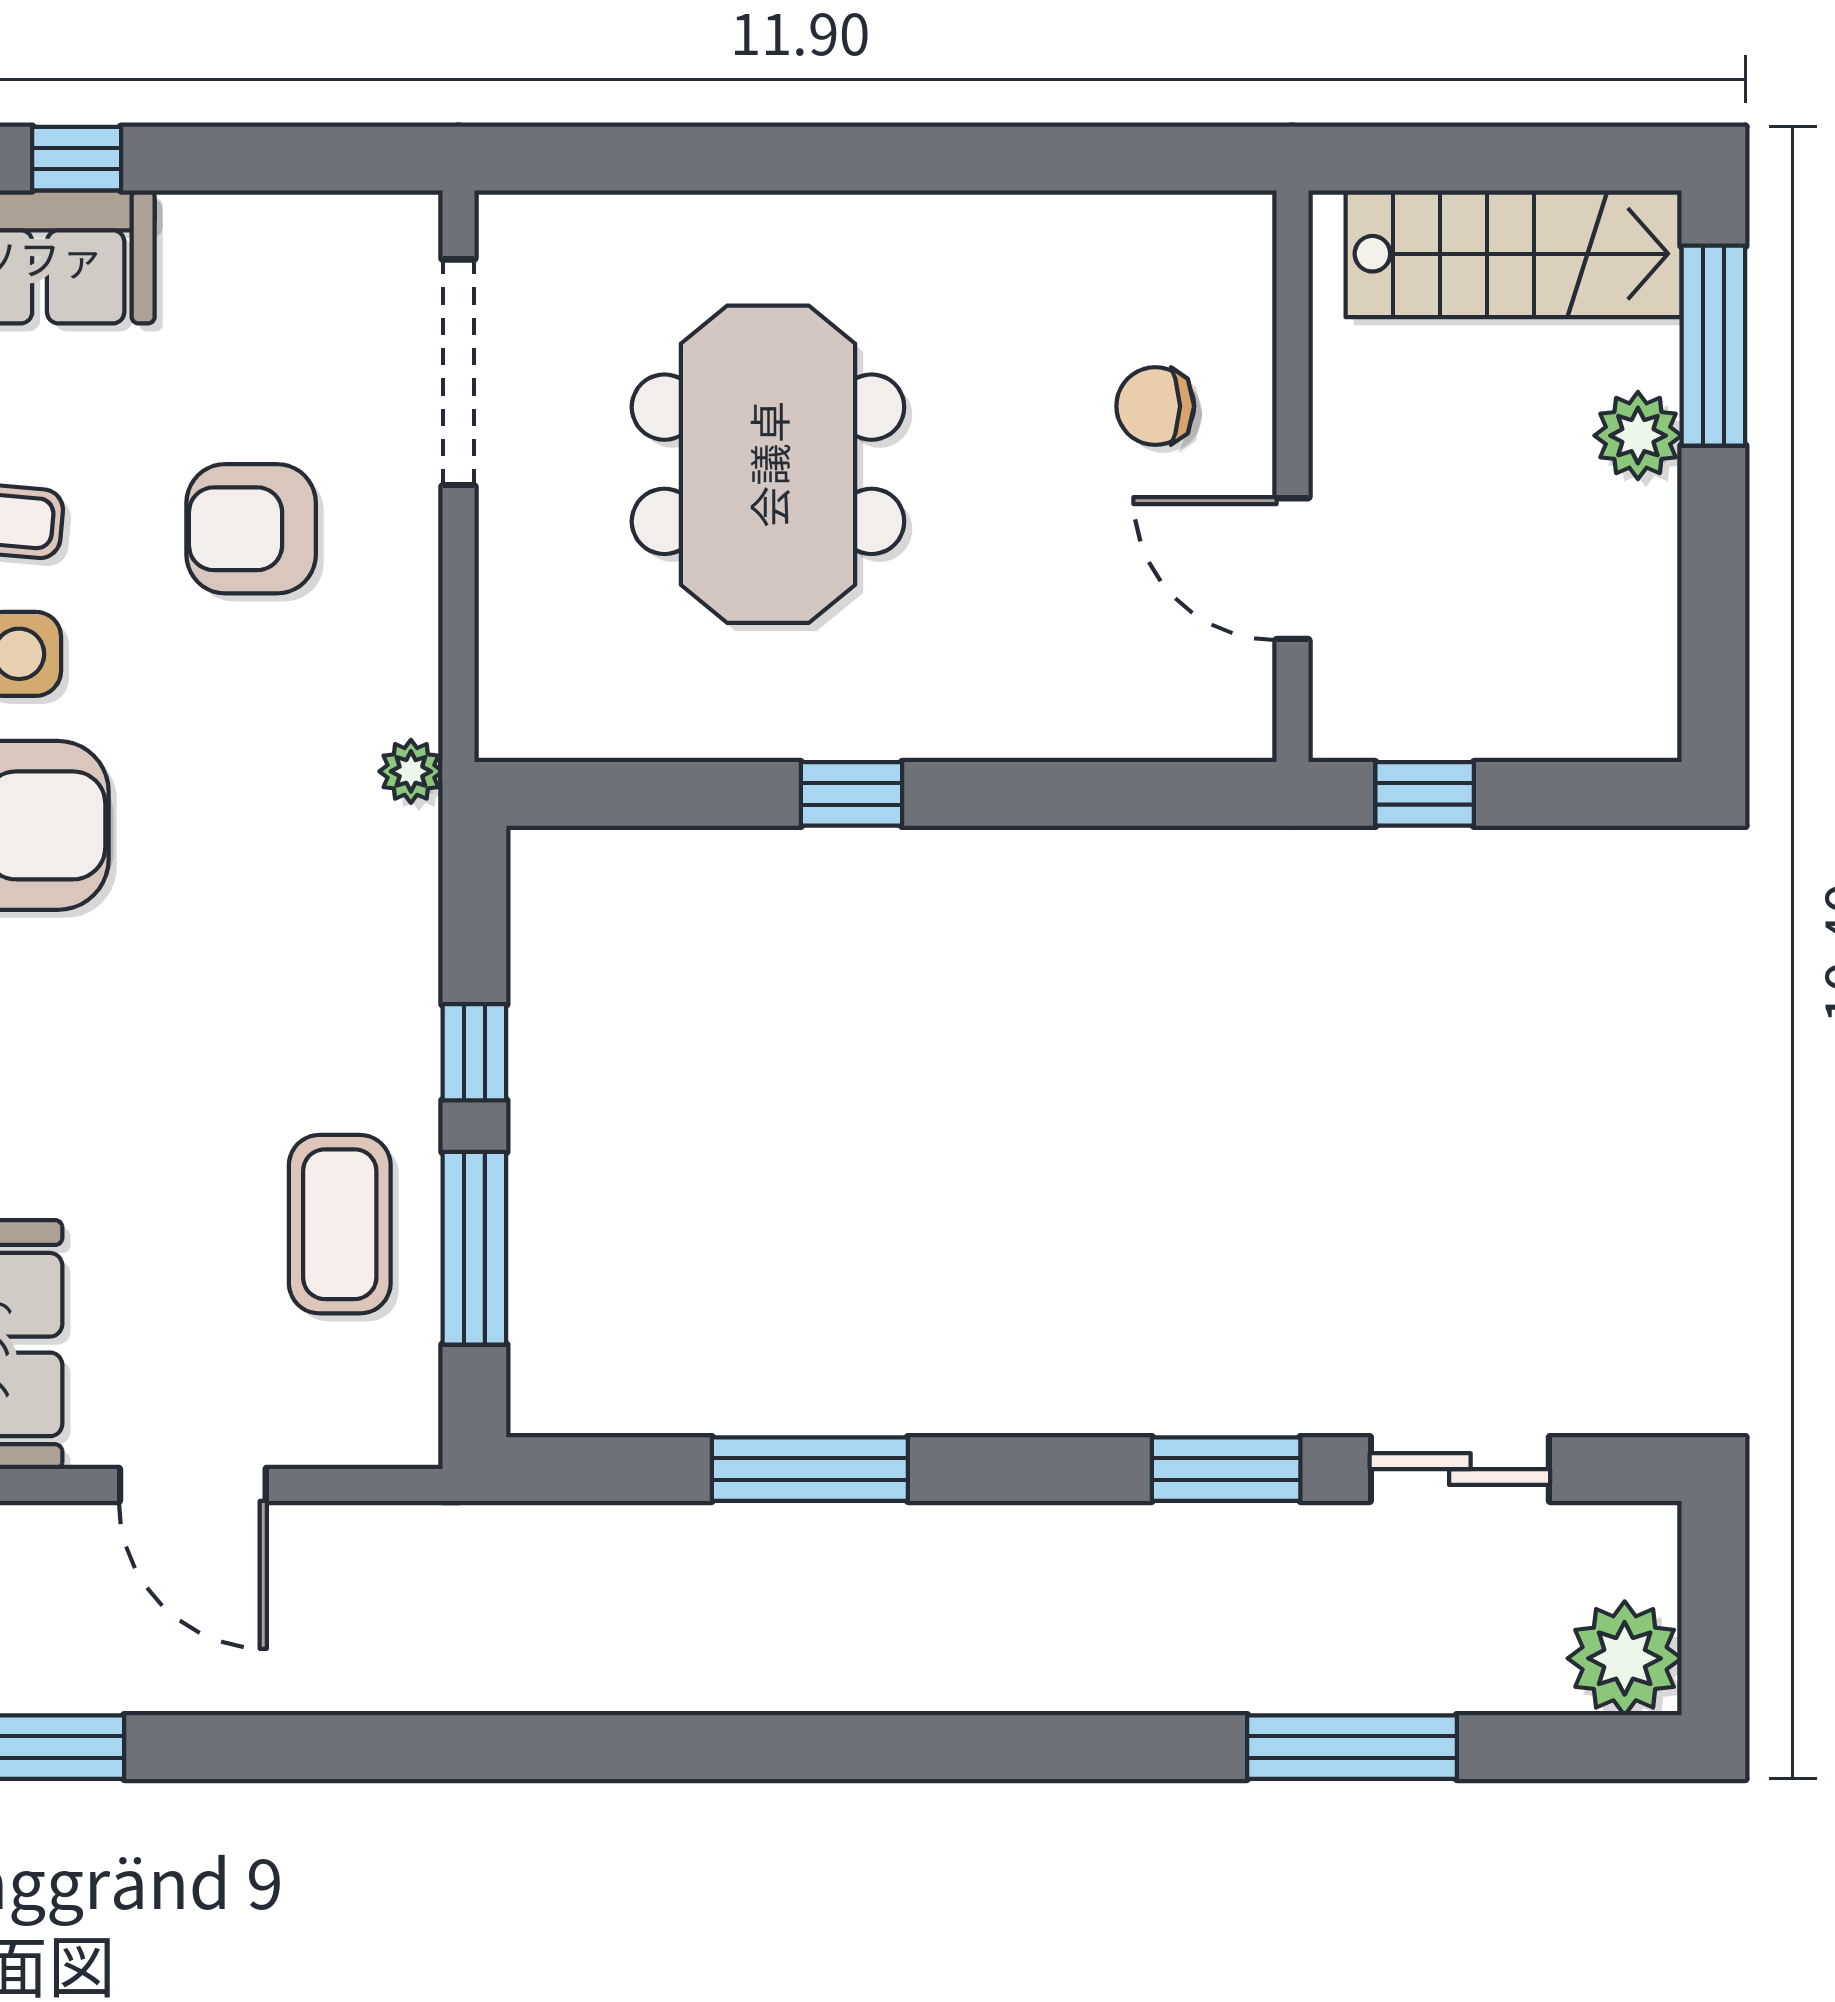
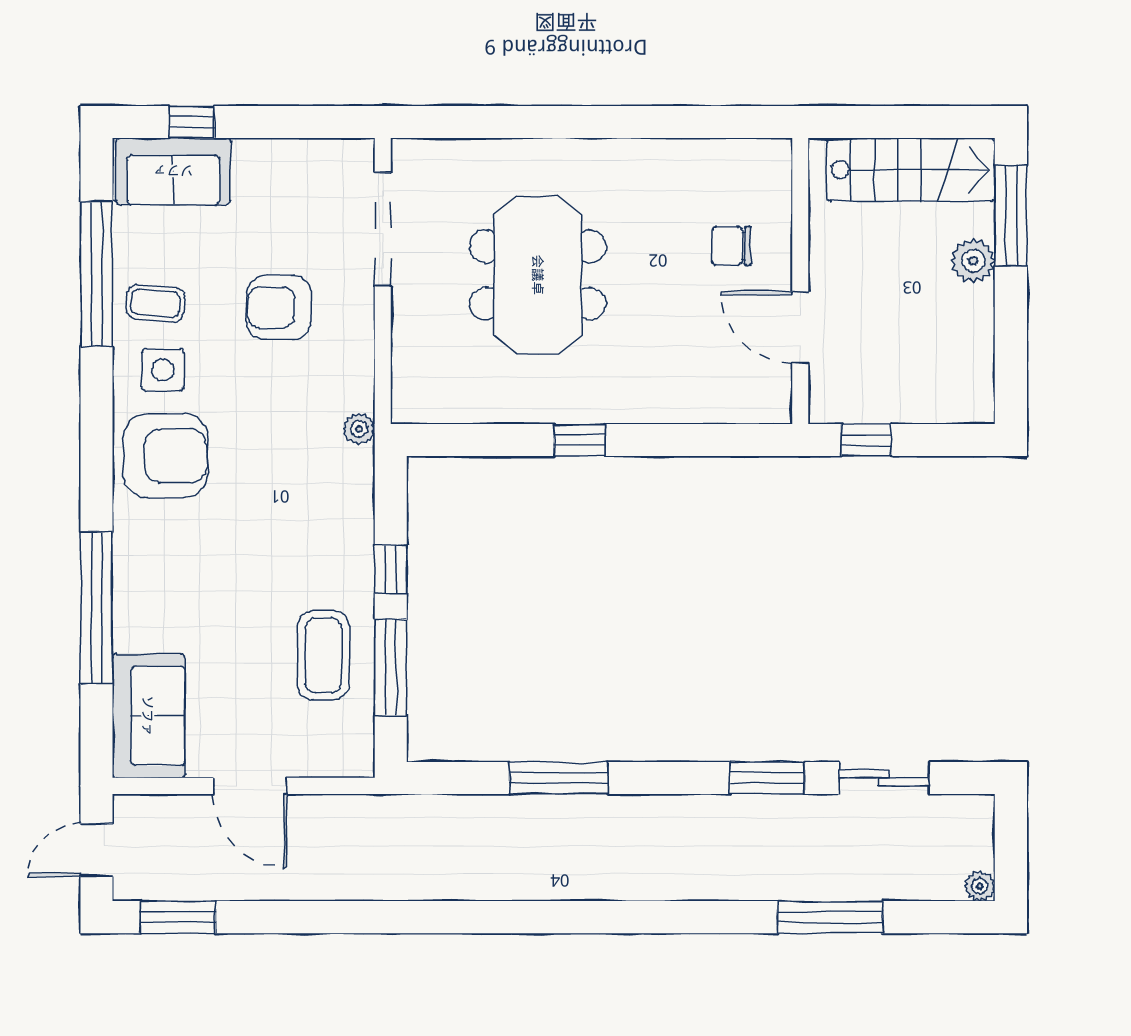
plant: (1625, 1658) -> (980, 886), width x0.53, depth x0.53

